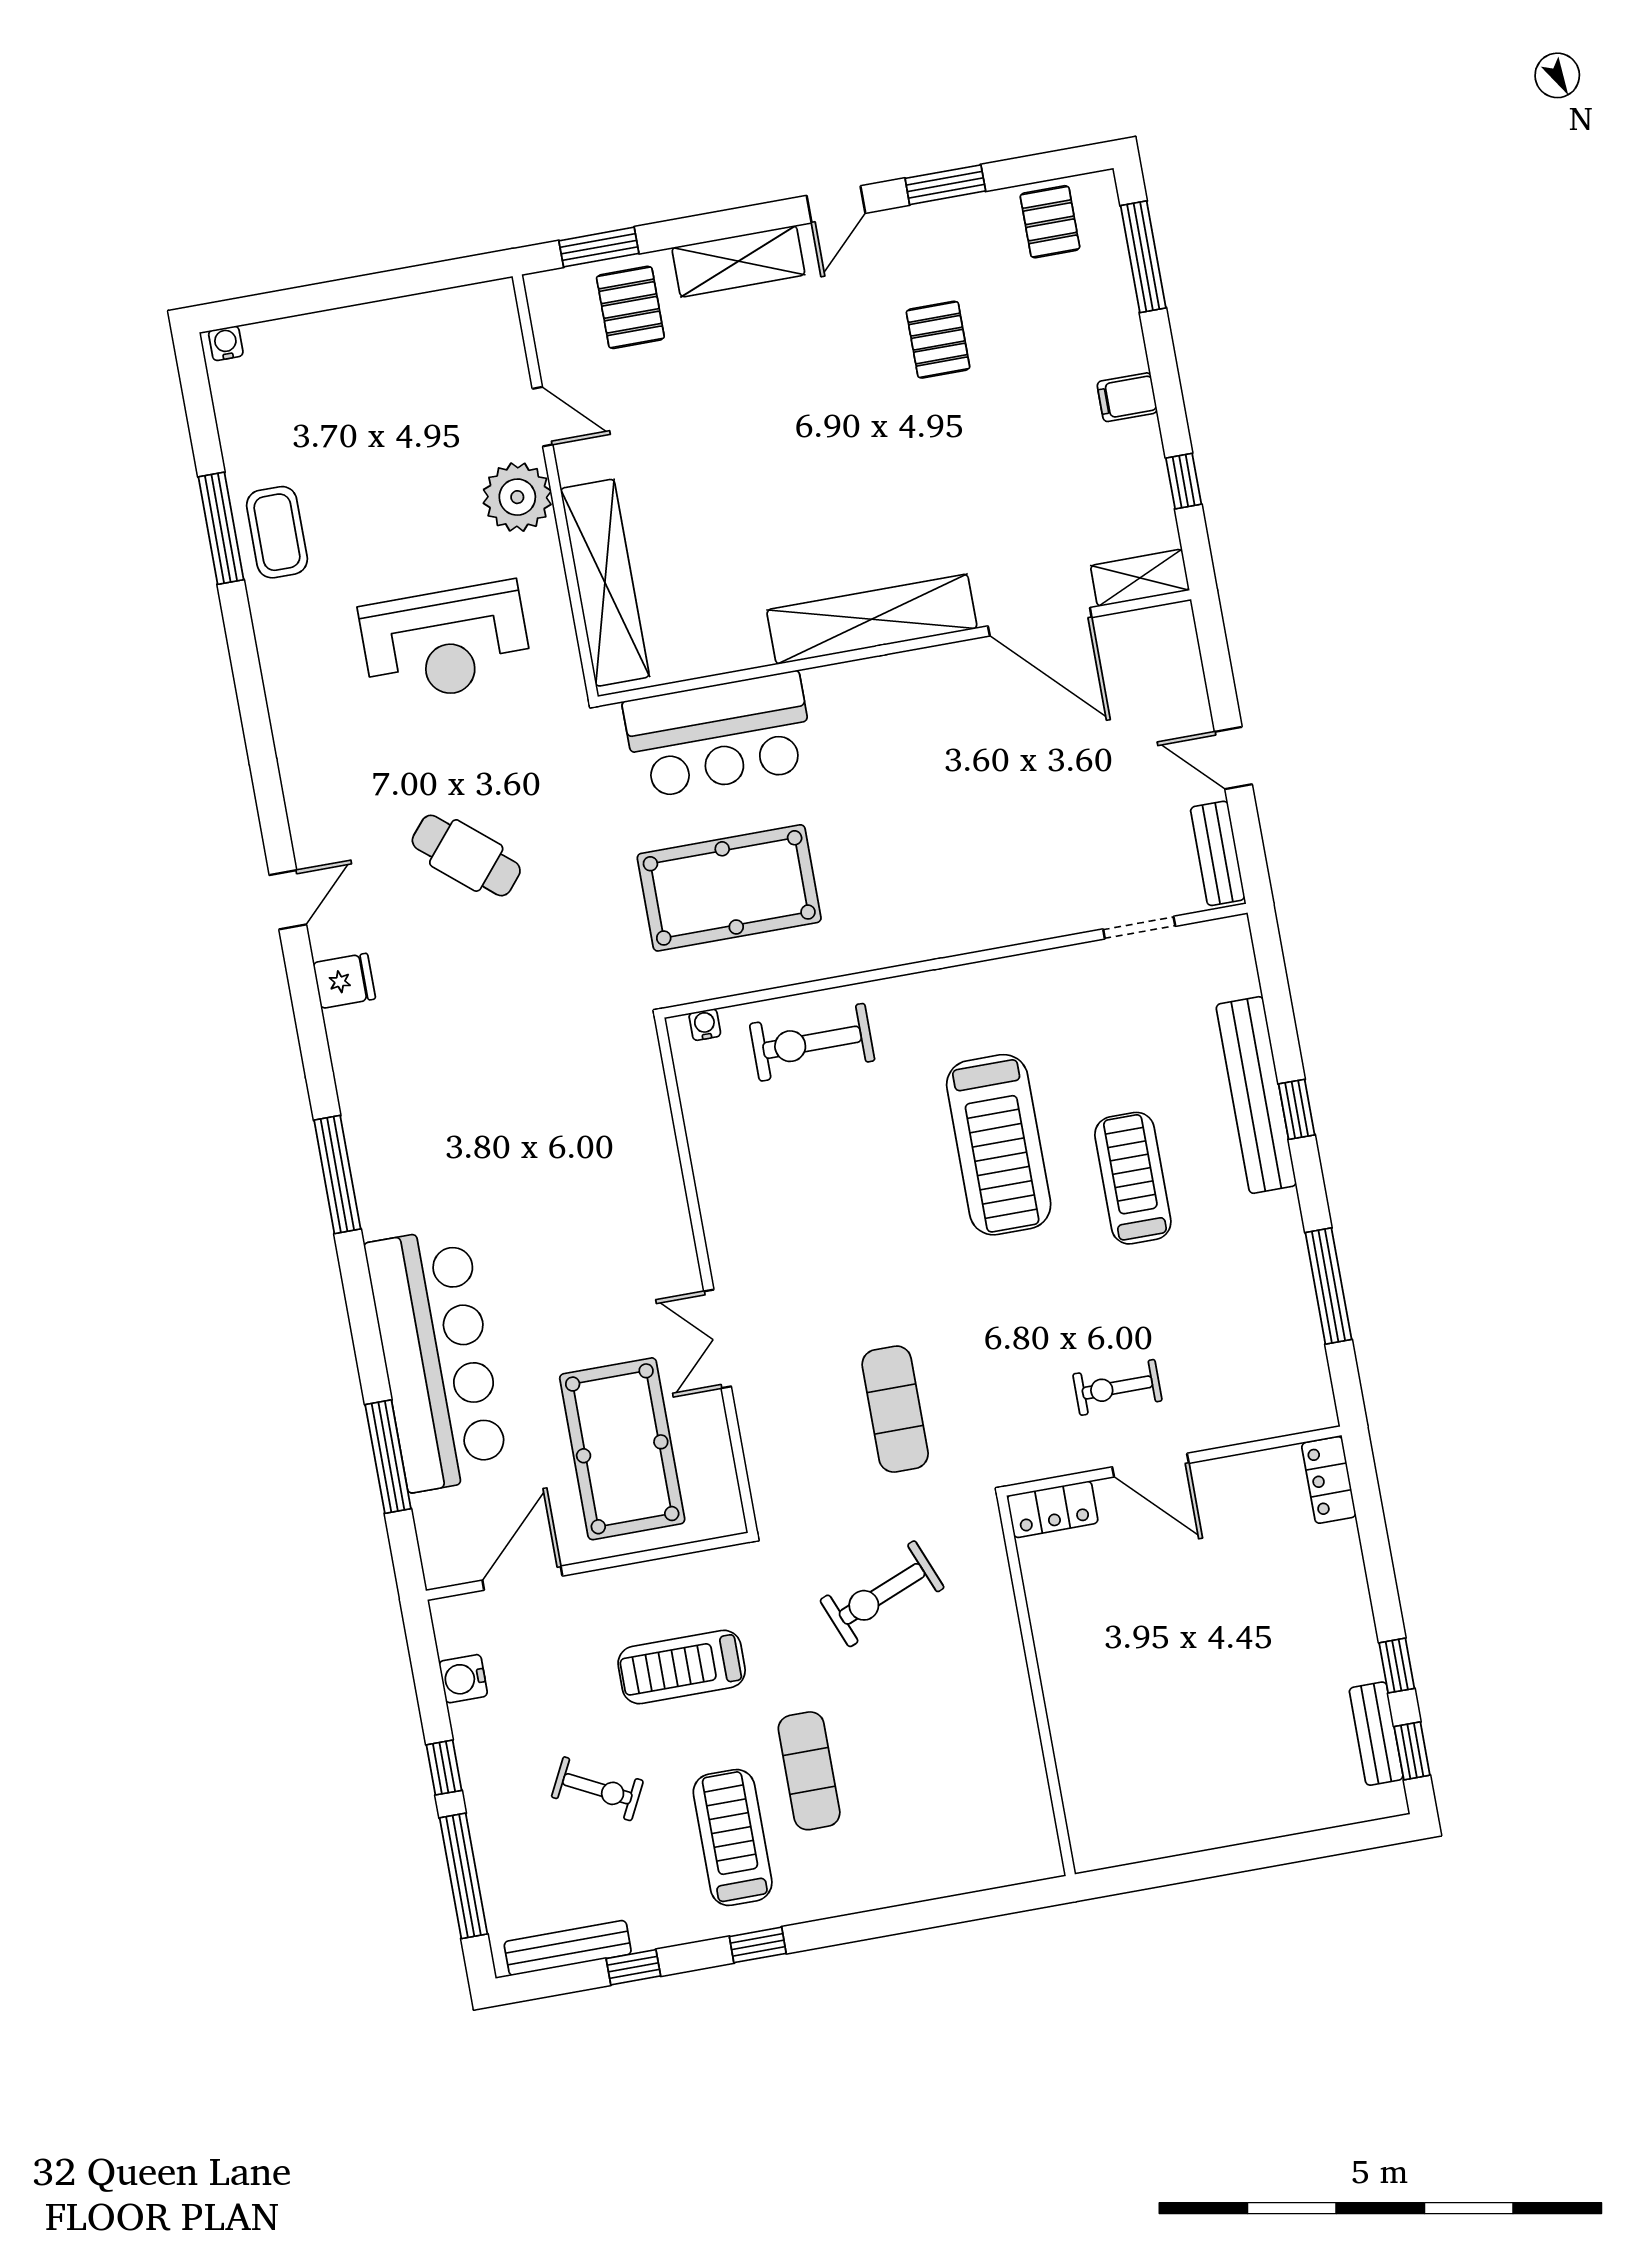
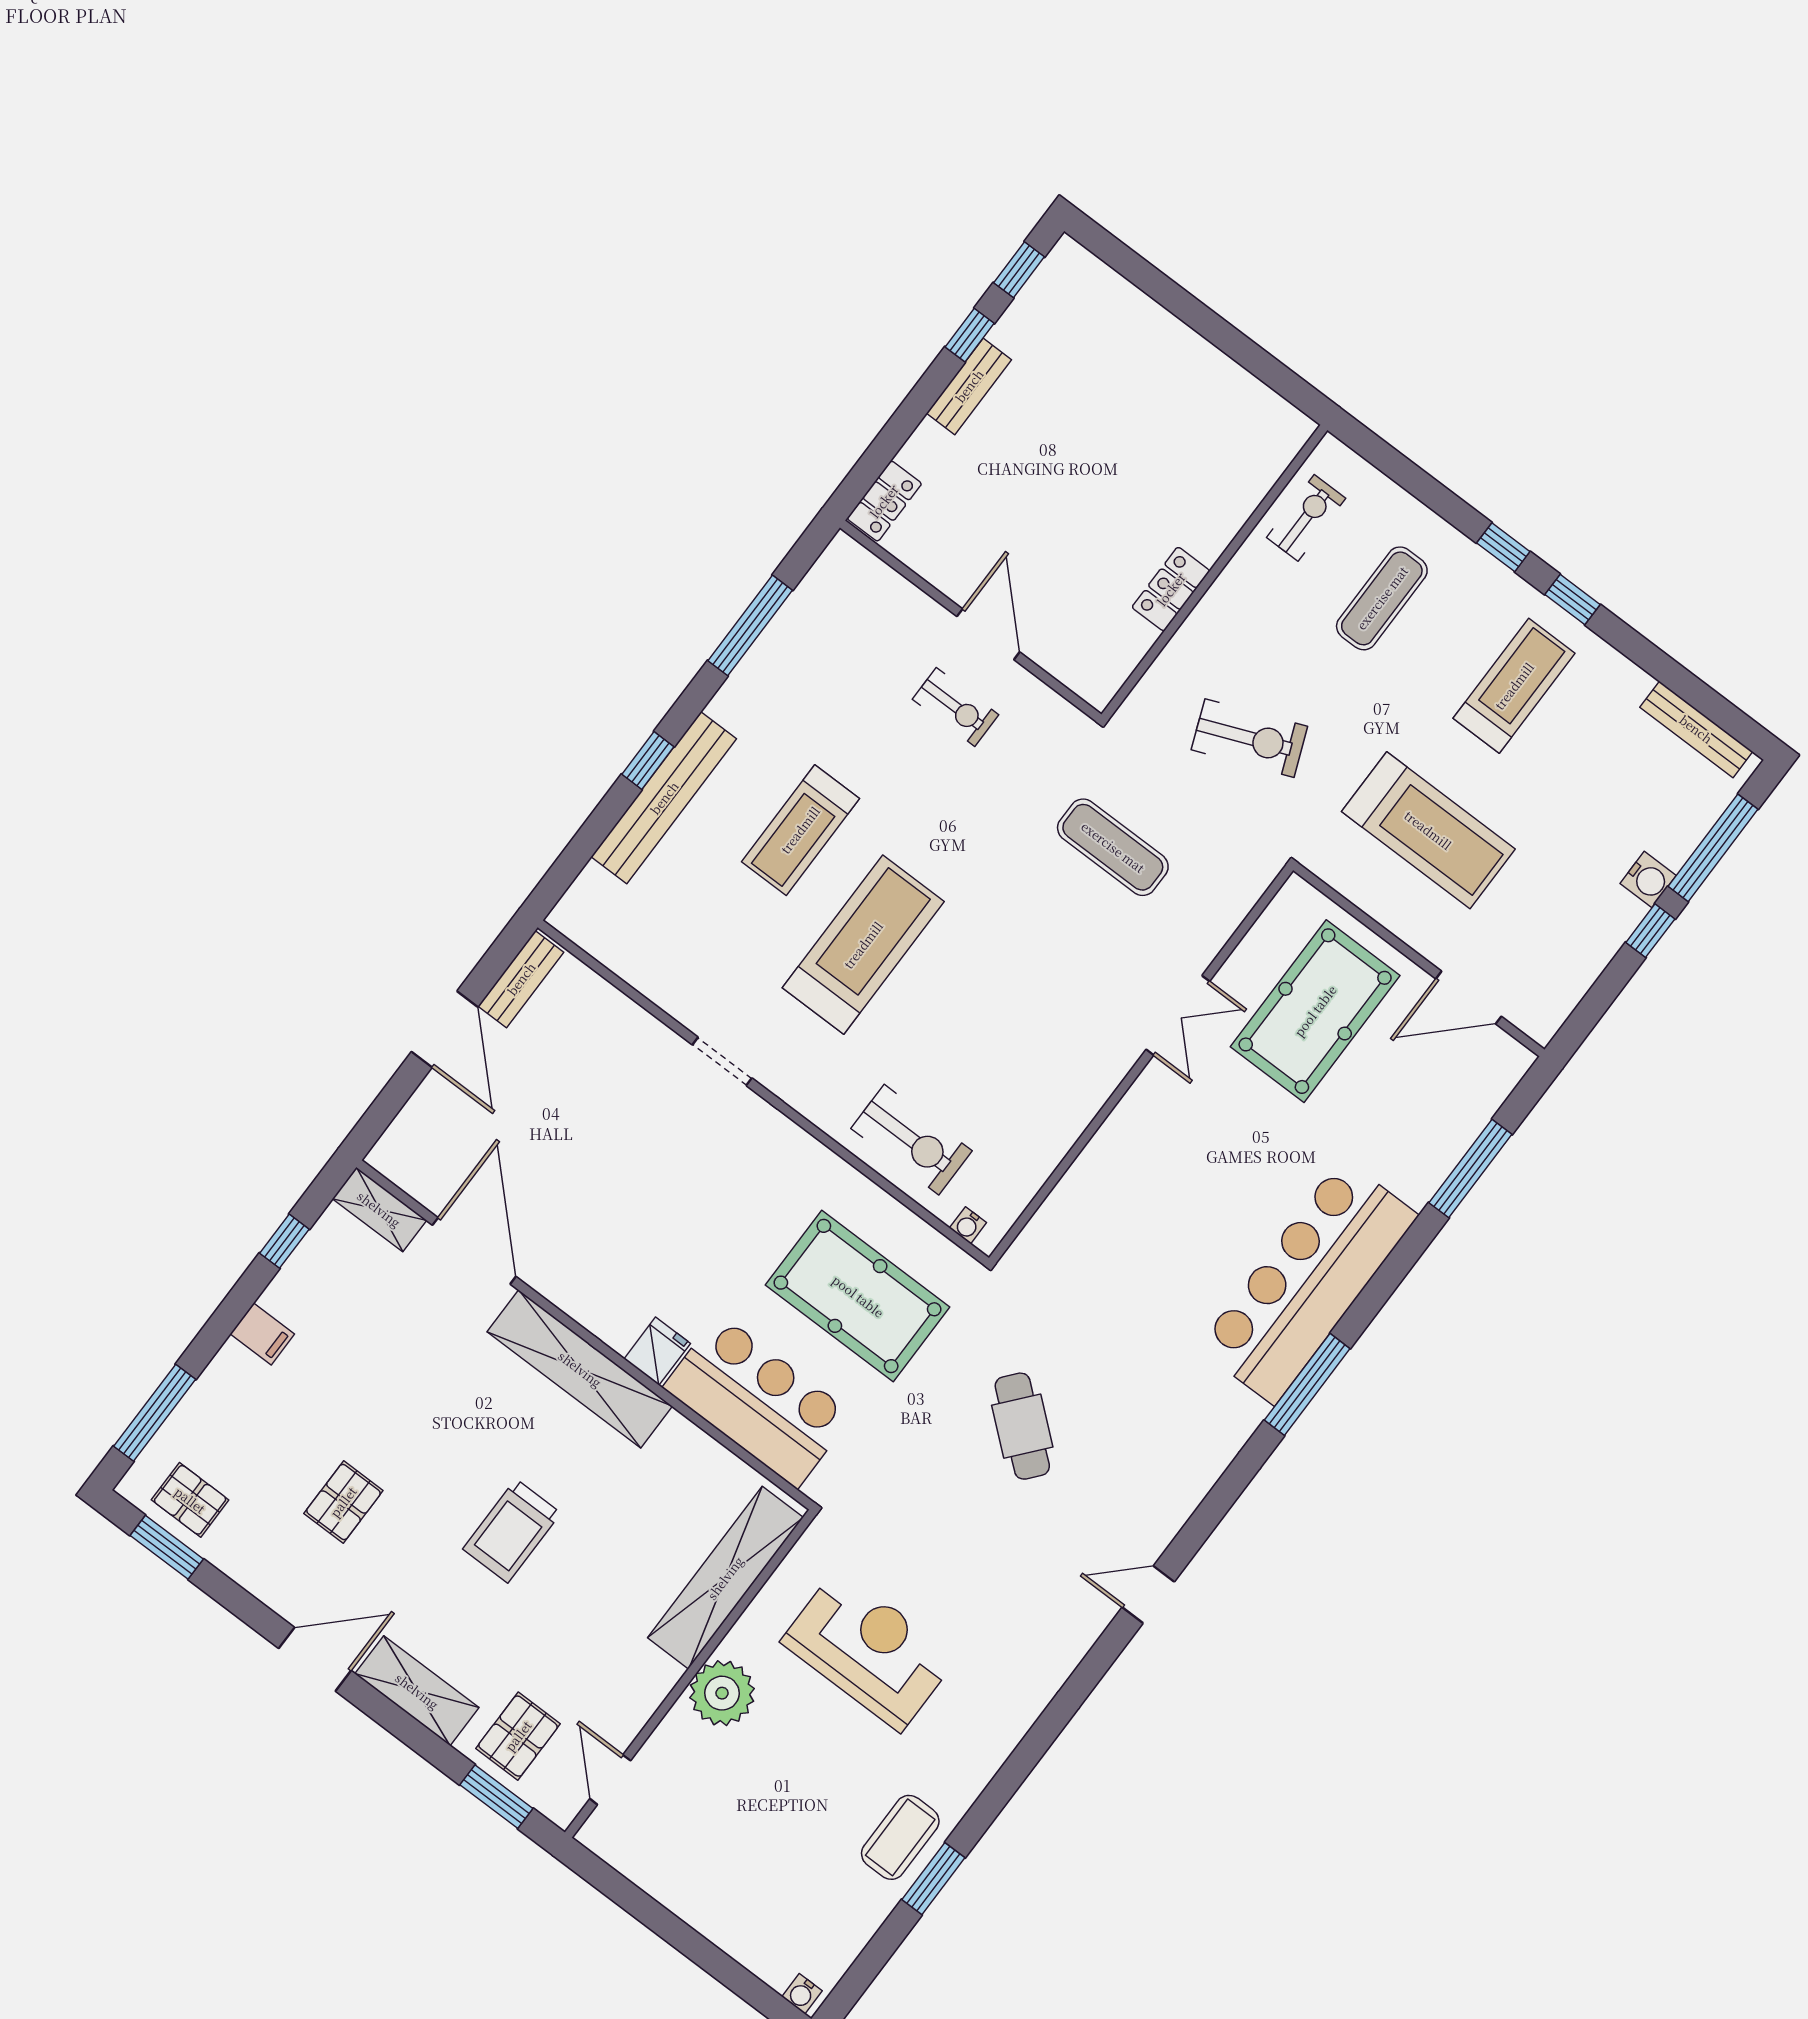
window: (945, 185) -> (167, 1547), moved
door: (836, 204) -> (315, 1659), width x1.38
pallet: (1050, 222) -> (190, 1500), turned 90
door: (543, 417) -> (610, 1780), moved
trolley: (795, 450) -> (512, 1531), added
window: (221, 528) -> (933, 1879), width x0.69
door: (1233, 758) -> (445, 1029), width x1.38
cafe table: (466, 855) -> (1022, 1426), moved
doorway: (1139, 928) -> (722, 1061), moved
fridge: (344, 981) -> (657, 1351), moved, turned 90
bar counter: (437, 1359) -> (1308, 1281), moved
exercise mat: (895, 1409) -> (1113, 847), turned 90
locker: (1053, 1509) -> (1171, 589), moved, turned -90
treadmill: (682, 1667) -> (1428, 830), width x1.37, depth x1.38
water cooler: (463, 1679) -> (1648, 879), moved
bench: (1376, 1734) -> (969, 386), moved
exercise mat: (809, 1771) -> (1382, 598), moved
exercise bike: (597, 1789) -> (1306, 518), moved, turned 63
treadmill: (733, 1838) -> (1514, 686), turned 180
window: (633, 1967) -> (1503, 547), moved

